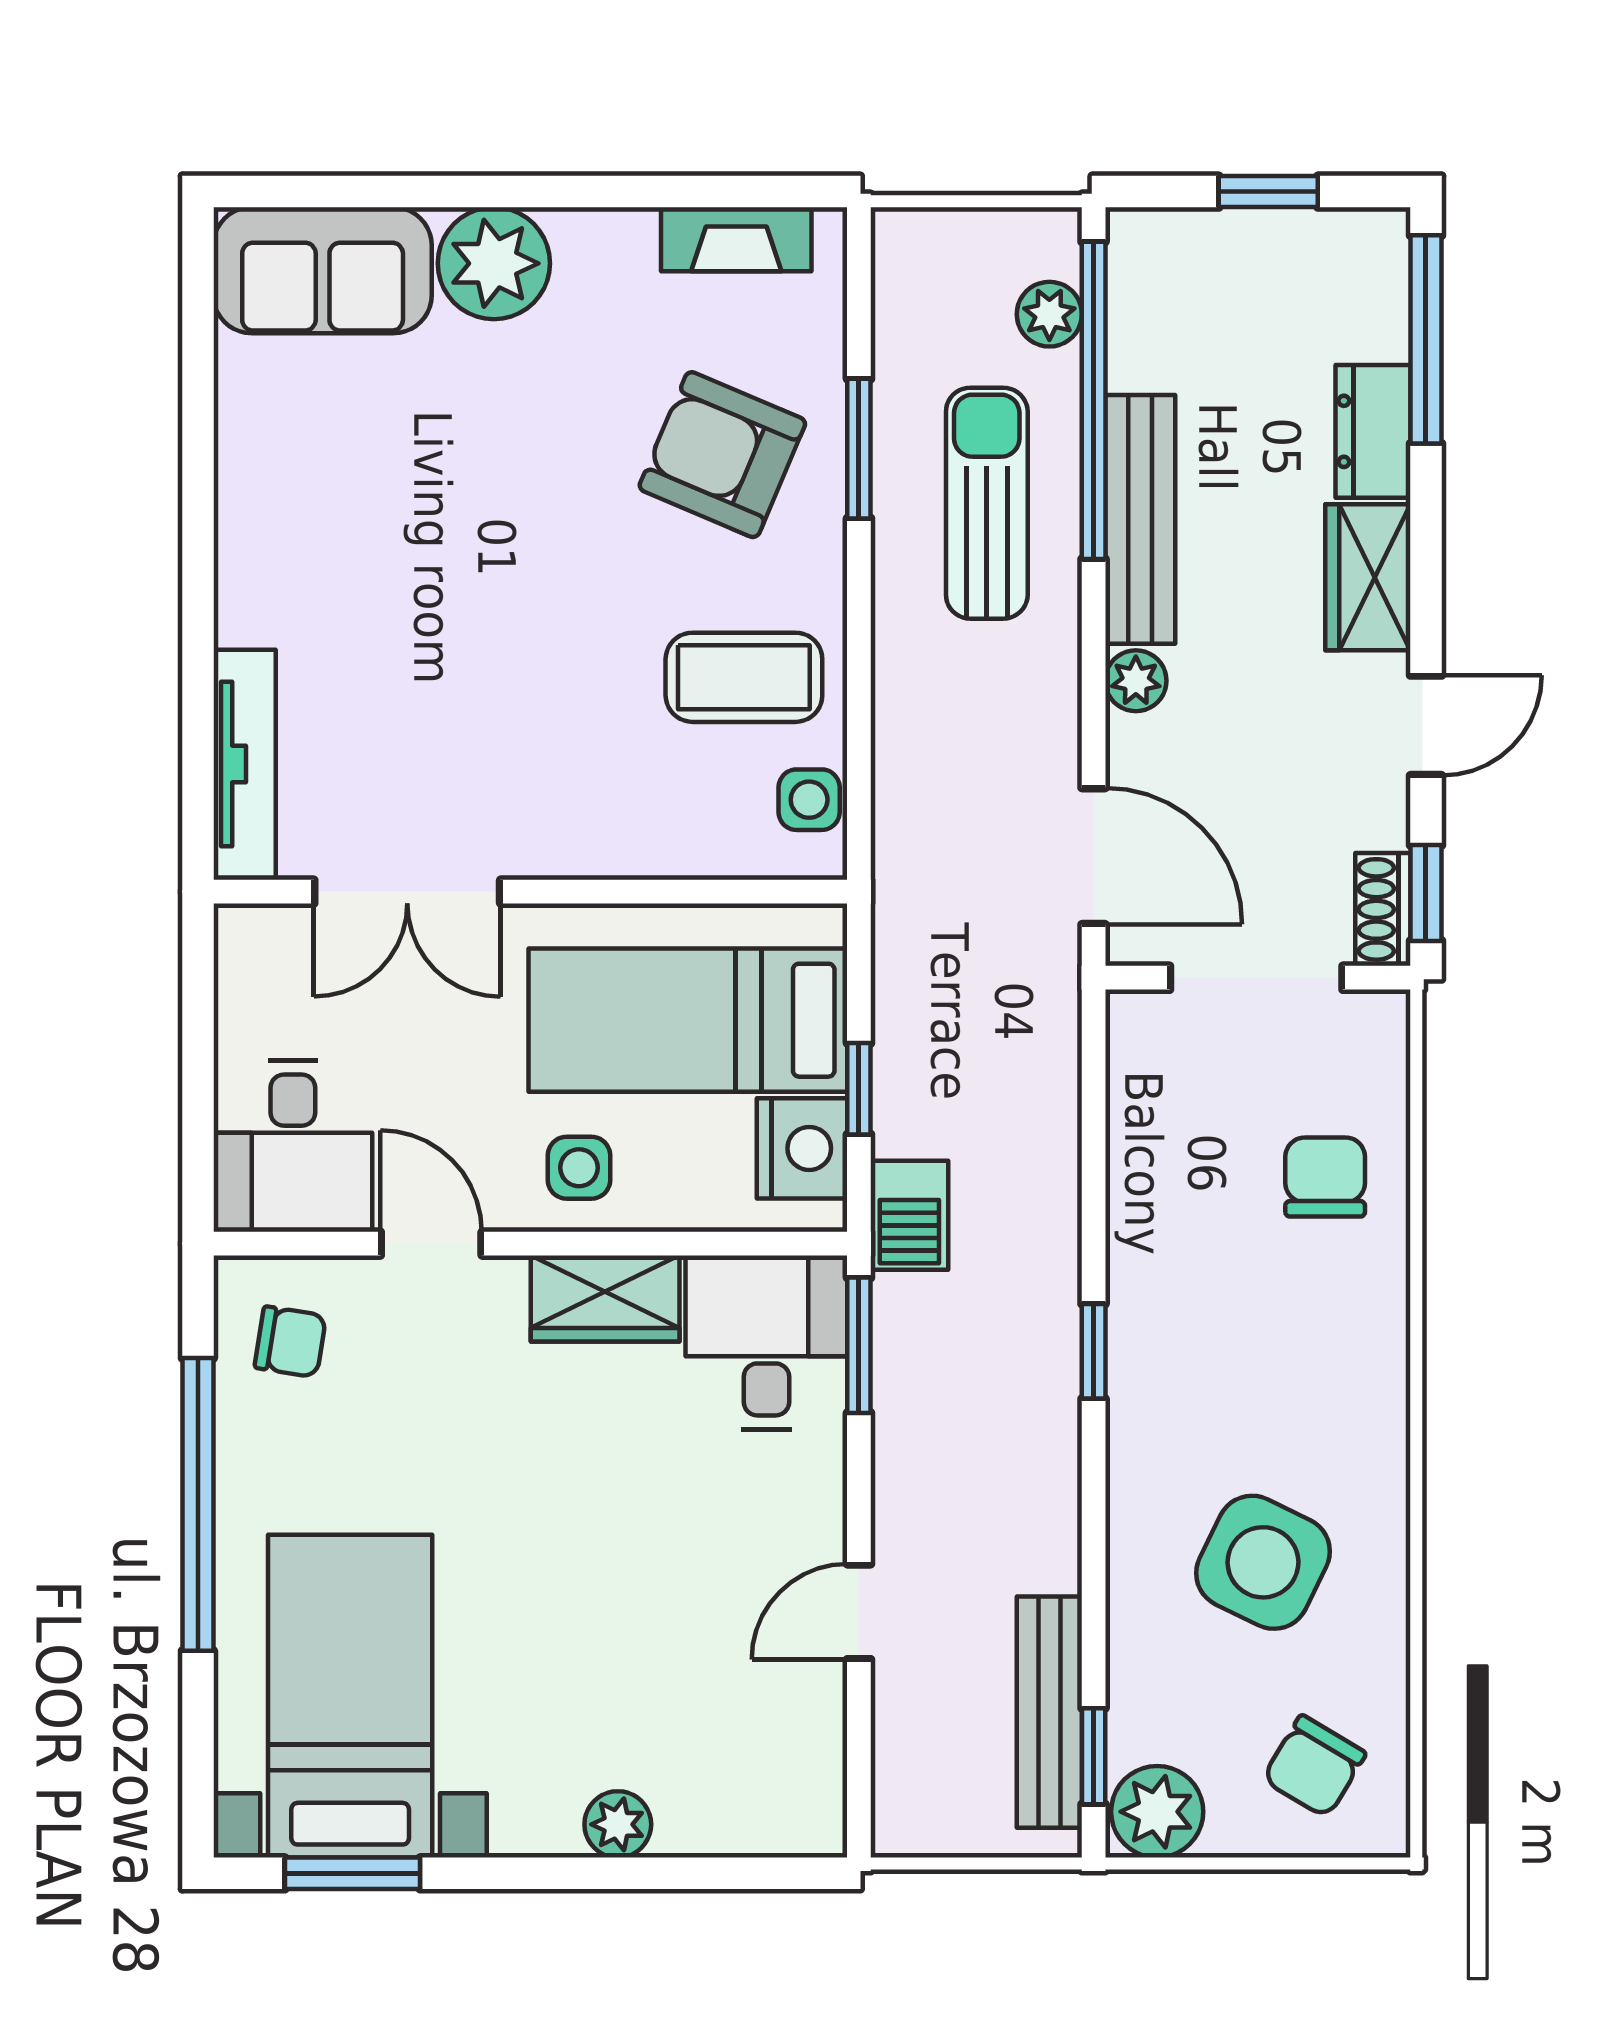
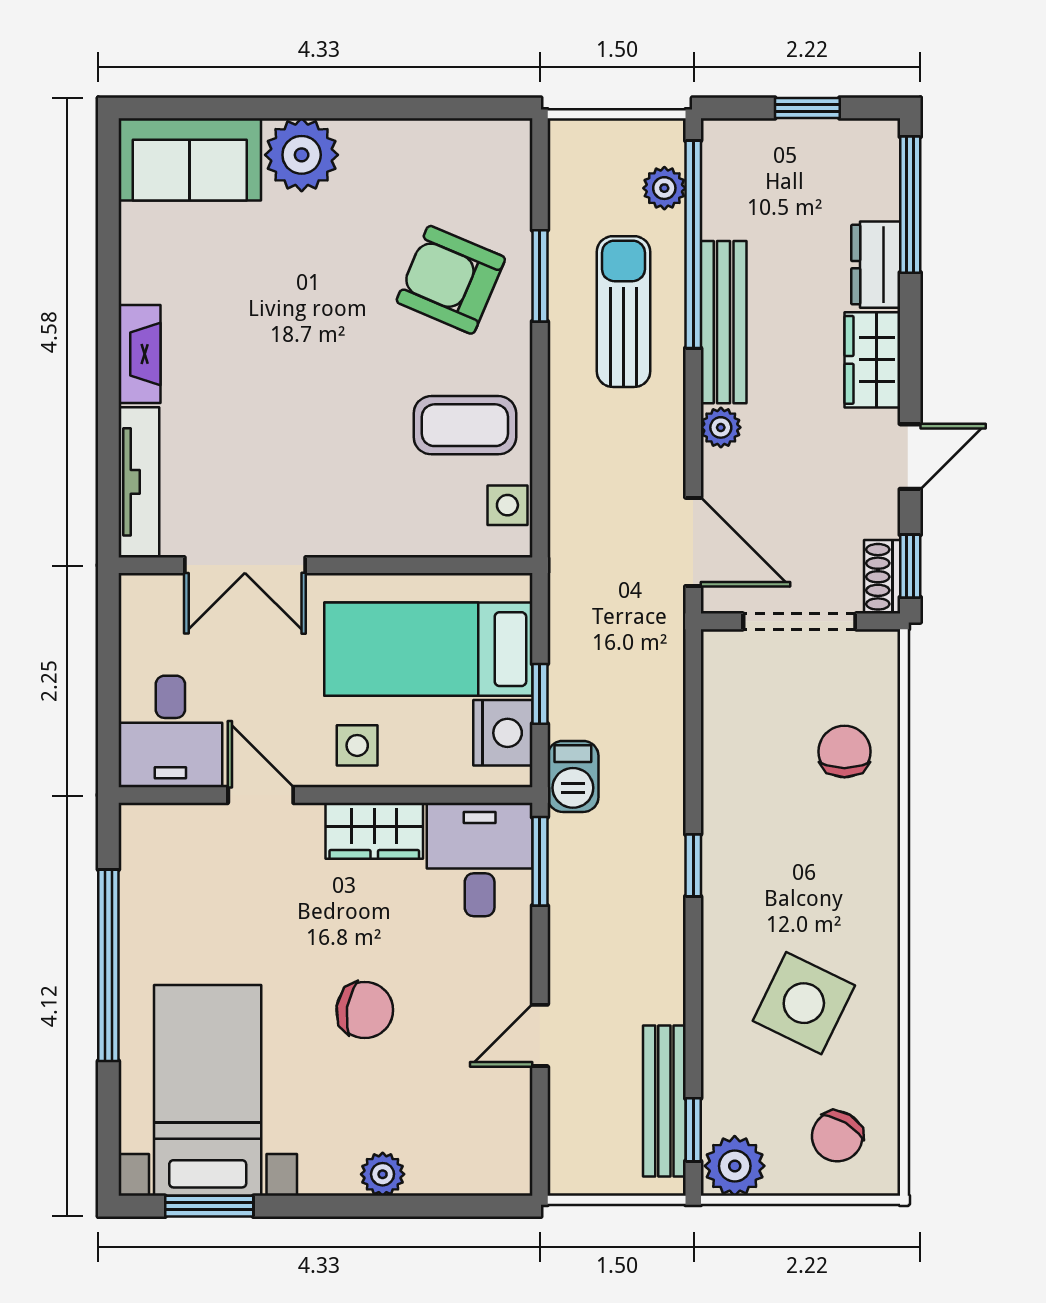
fireplace: (736, 239) -> (140, 354), moved, turned -90
chair: (290, 1342) -> (365, 1010), moved, width x1.37, depth x1.37

